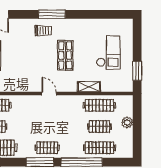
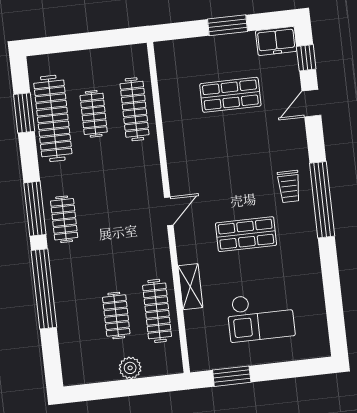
window: (52, 14) -> (322, 200), width x1.46
clothes rail: (99, 148) -> (75, 320), removed

